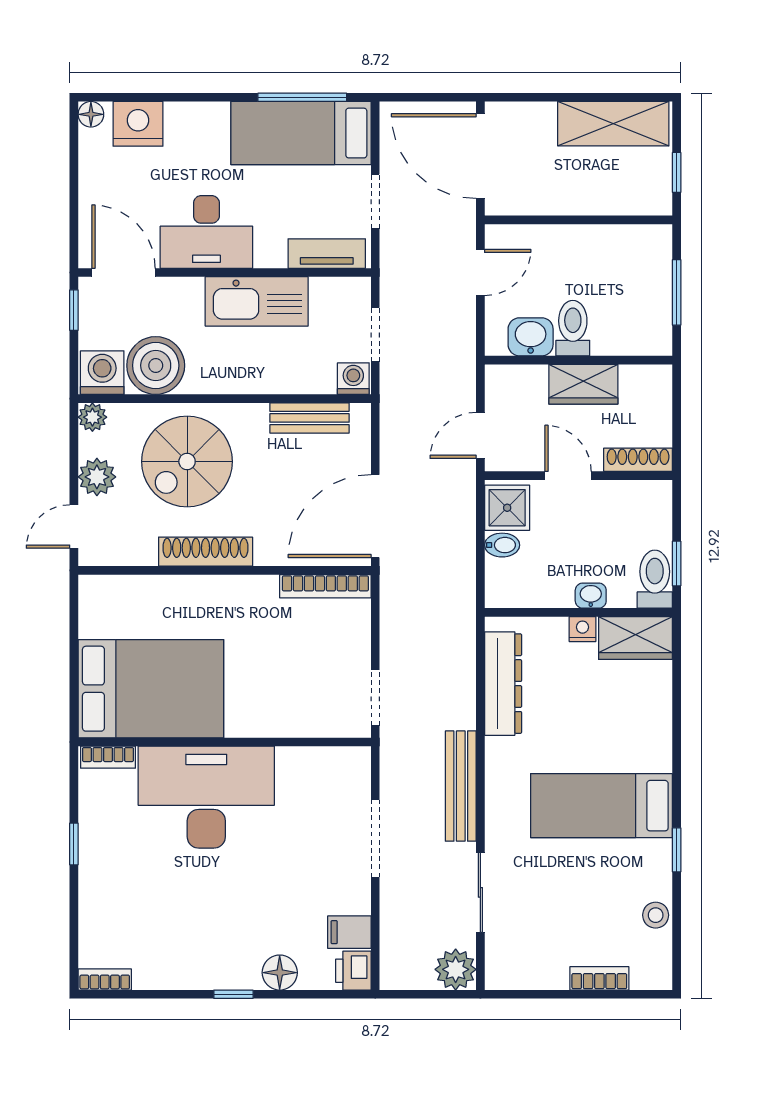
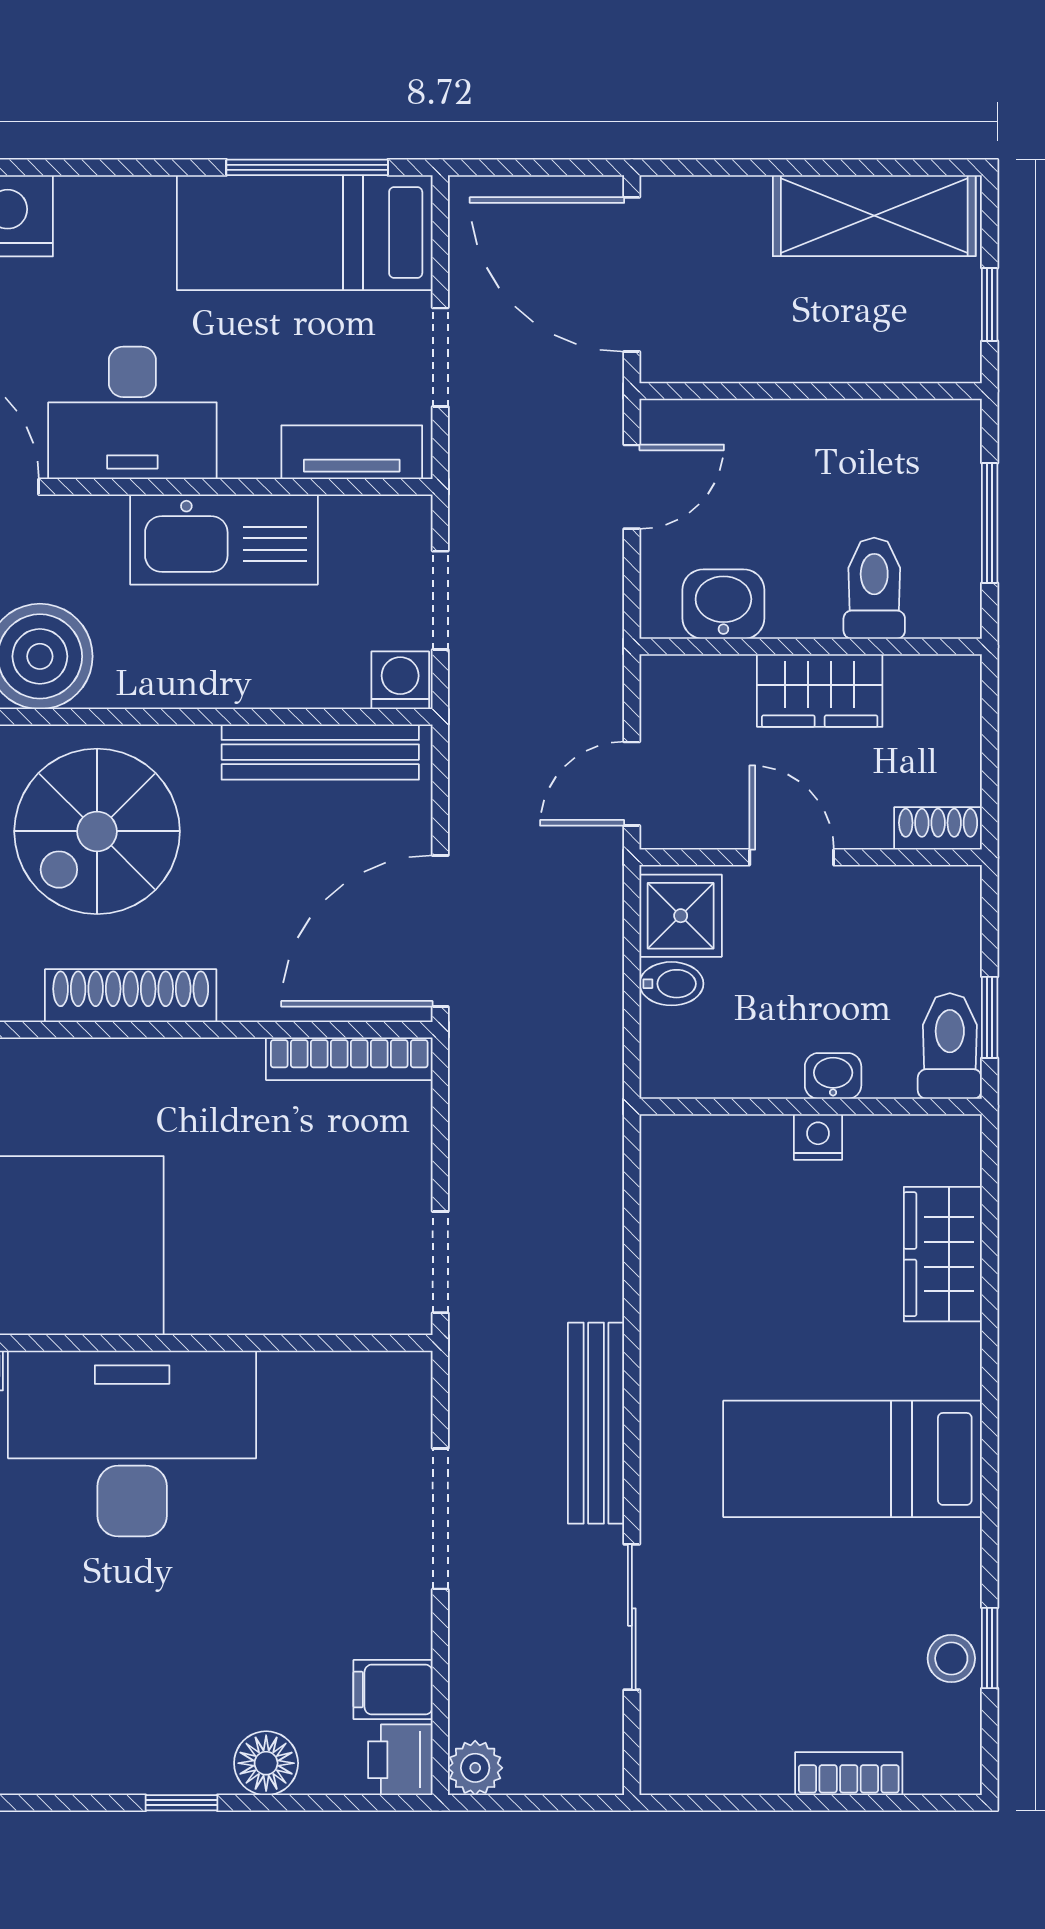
toilet: (573, 328) -> (874, 588), moved
bench: (309, 418) -> (320, 752), width x1.36
shoe rack: (638, 460) -> (938, 828), width x0.70
wardrobe: (635, 638) -> (943, 1254), moved, turned 90
dresser: (503, 684) -> (673, 1236), removed
window: (677, 850) -> (990, 1648), moved
plant: (456, 969) -> (475, 1768), moved, width x0.73, depth x0.73

